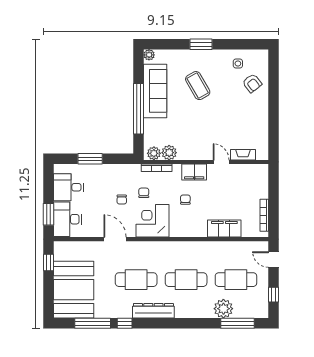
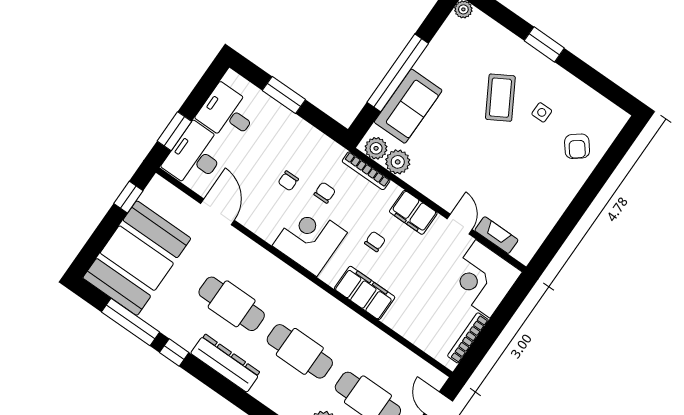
side table: (238, 63) -> (542, 112), moved
sofa: (155, 91) -> (408, 106), moved, width x0.73
corner desk: (251, 181) -> (483, 279), added
filing cabinet: (224, 229) -> (365, 293), moved
door: (115, 239) -> (218, 212), moved

